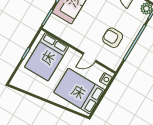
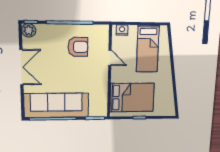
armchair: (113, 38) -> (78, 47), turned -90
bed: (79, 91) -> (148, 49), width x0.67

